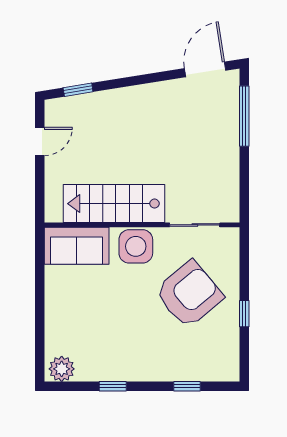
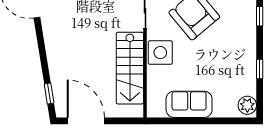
door: (40, 141) -> (86, 121), width x1.88
sofa: (77, 246) -> (189, 104), moved, turned -90

